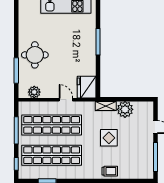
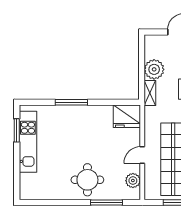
door: (66, 100) -> (142, 155), moved

